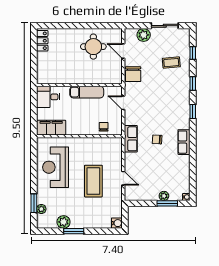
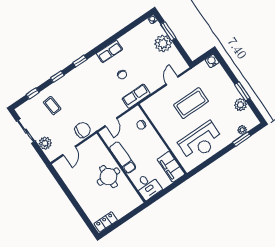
round table: (93, 47) -> (108, 177), moved
plant: (164, 196) -> (163, 44), width x1.87, depth x1.87

